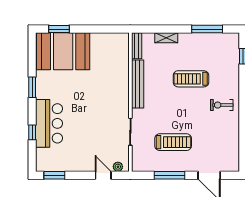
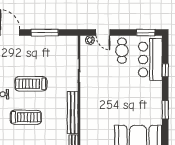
bar counter: (49, 123) -> (150, 60), moved
treadmill: (173, 142) -> (31, 84), moved
cafe table: (81, 155) -> (122, 51), added

